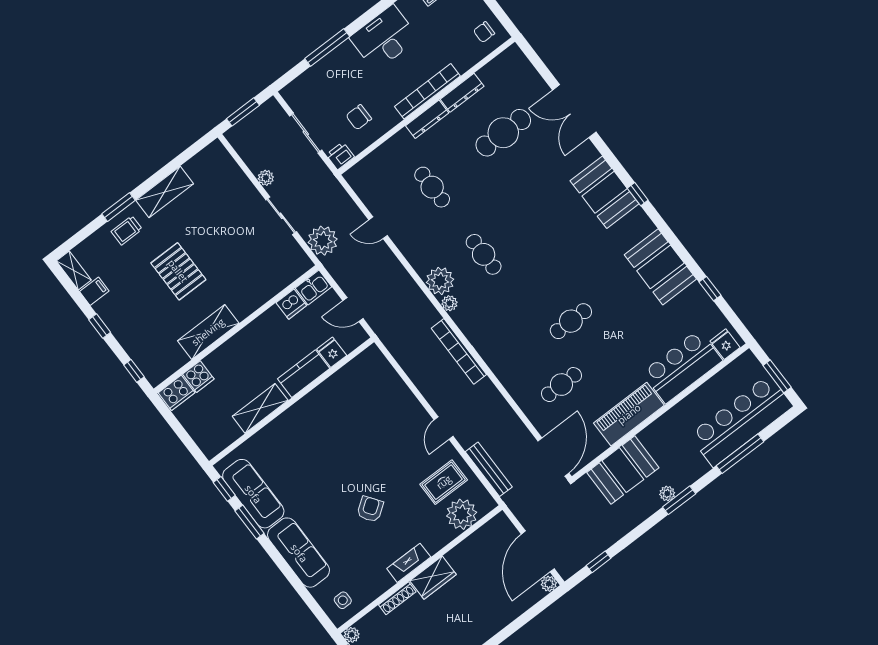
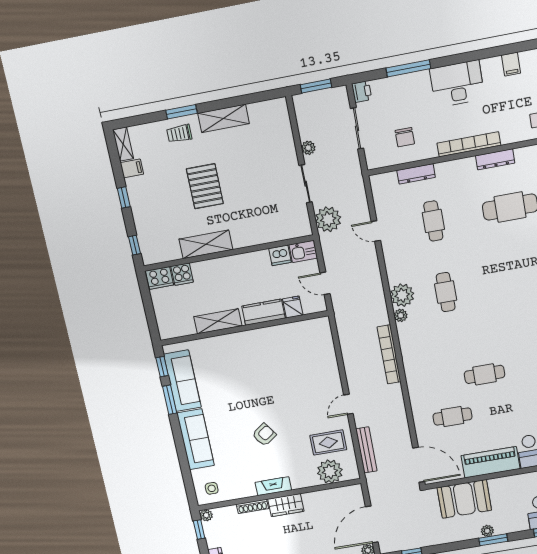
chair: (359, 117) -> (405, 137), turned -90
dresser: (427, 119) -> (416, 174), moved
printer: (340, 156) -> (362, 92), moved, turned 90
door: (553, 457) -> (419, 465), hinge flipped

